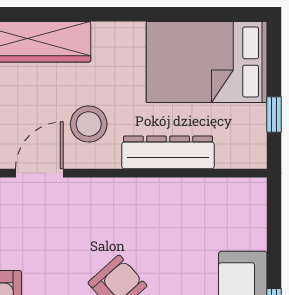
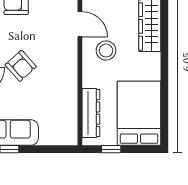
dresser: (168, 152) -> (91, 113), moved

